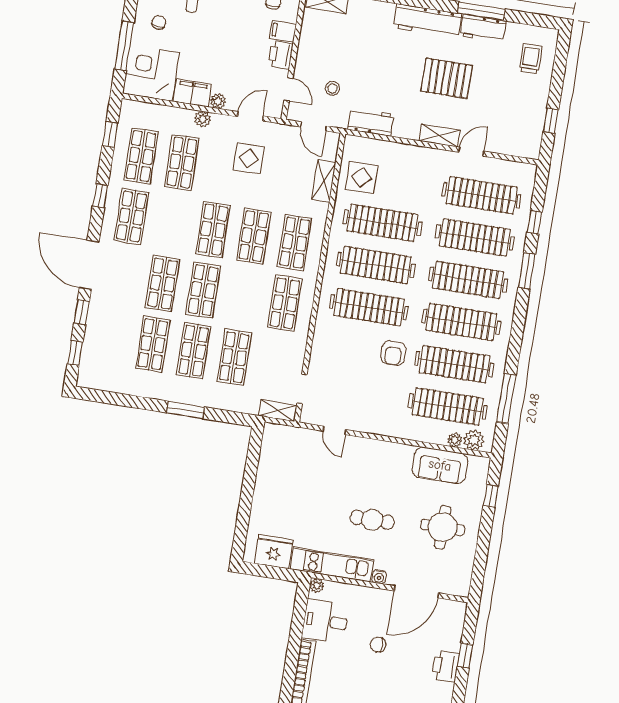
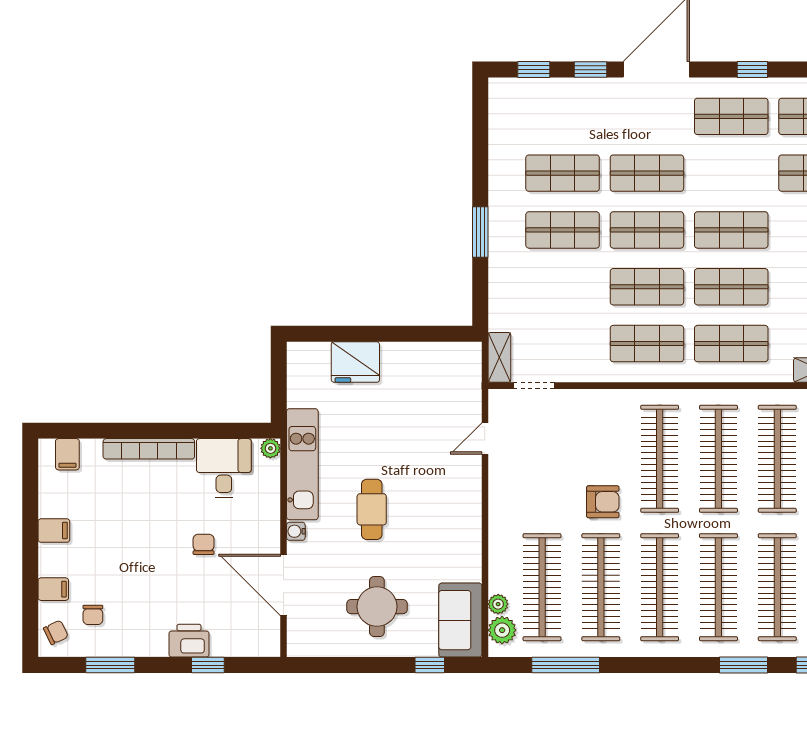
armchair: (393, 353) -> (603, 502), turned 180
shop shelf: (234, 357) -> (647, 287), moved
sofa: (440, 465) -> (460, 620), moved
fridge: (274, 552) -> (355, 362), moved, turned 90

